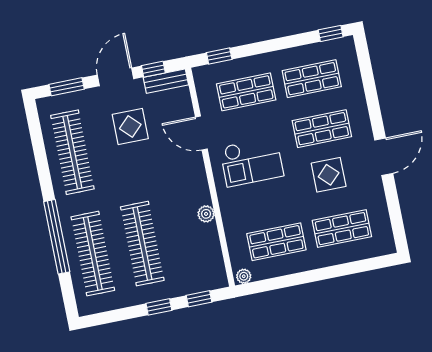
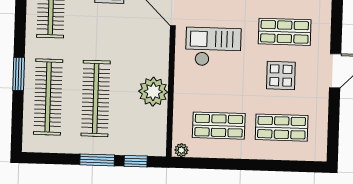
checkout: (252, 162) -> (213, 47), turned 180
plant: (206, 214) -> (153, 92), width x1.87, depth x1.87
window: (57, 237) -> (19, 74), width x0.47
window: (159, 307) -> (97, 160), width x1.50

